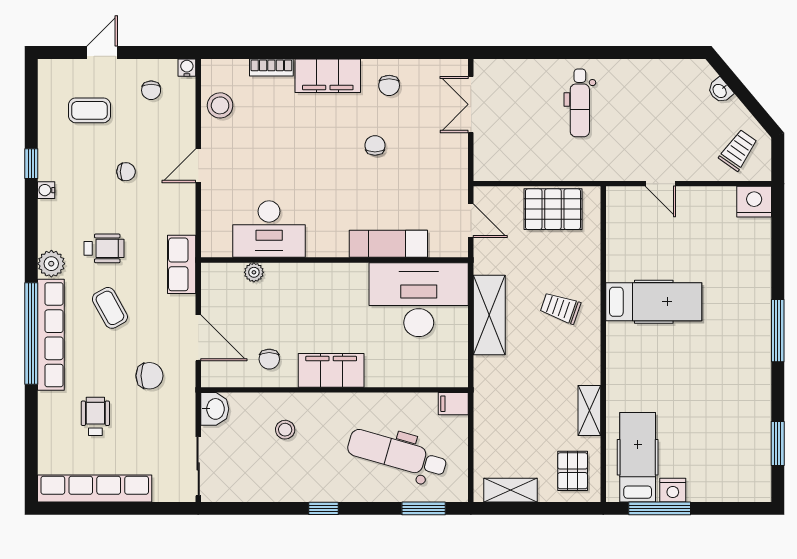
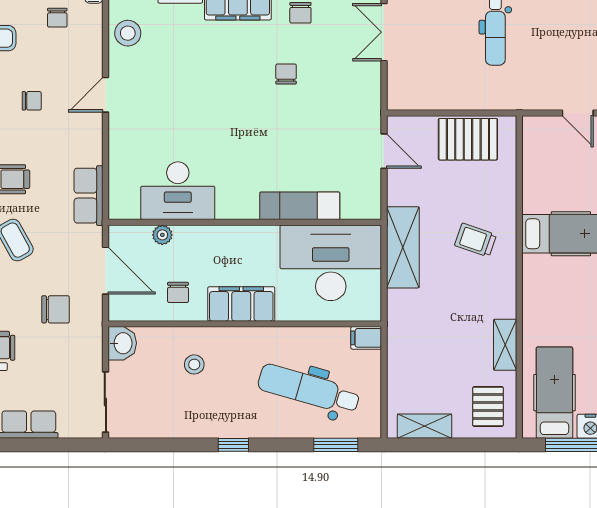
desk: (269, 229) -> (178, 191), moved
exam couch: (388, 244) -> (300, 206), moved
wall: (334, 260) -> (245, 222), moved
plant: (254, 272) -> (162, 235), moved
desk: (419, 300) -> (331, 263), moved

